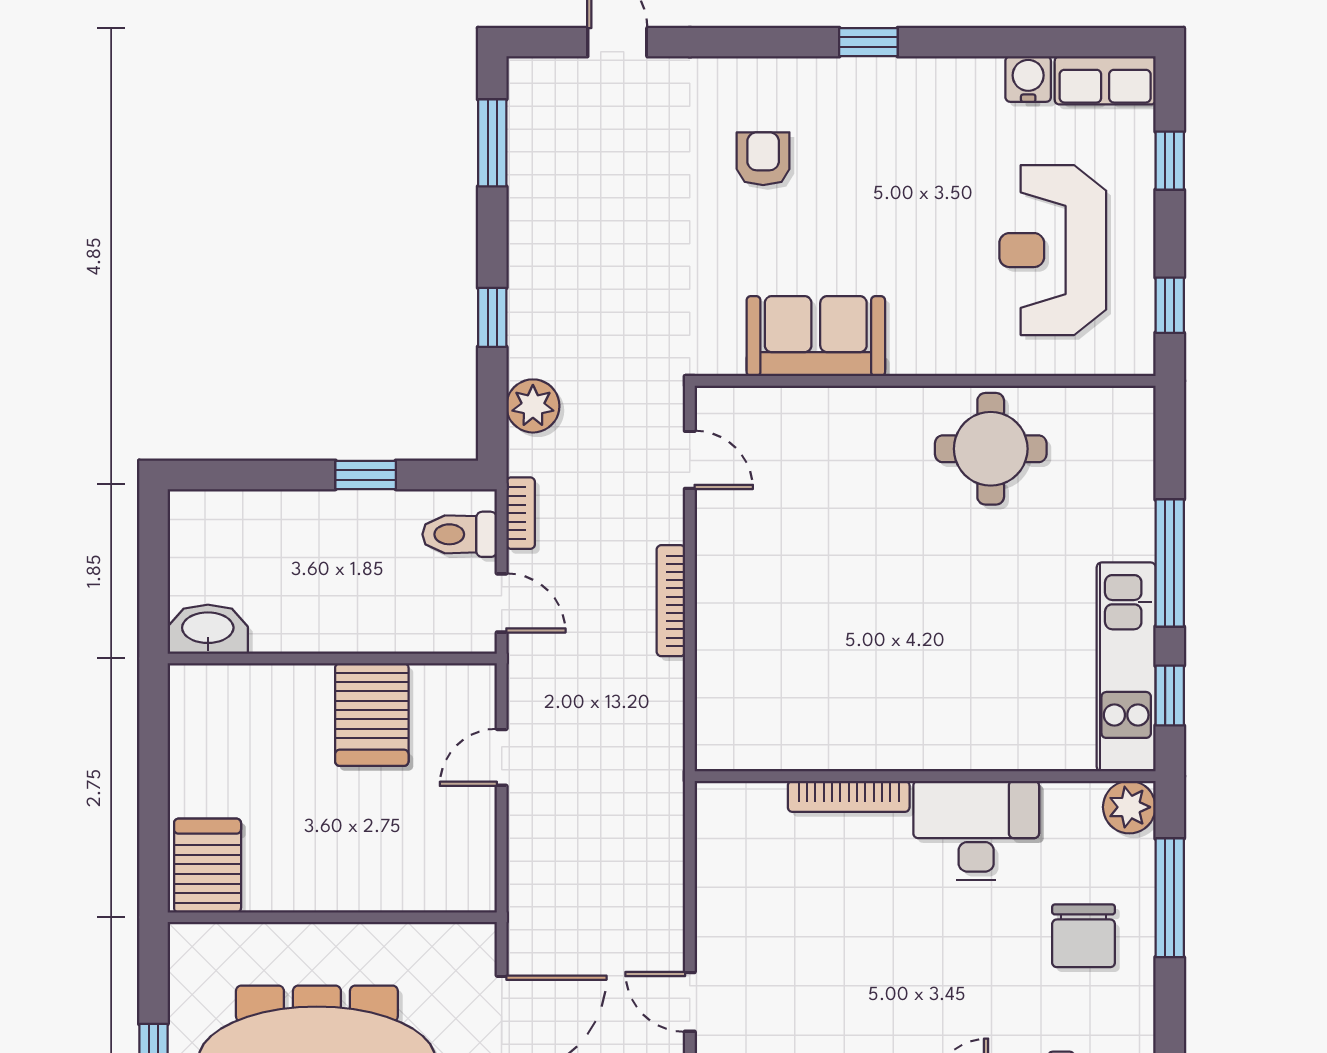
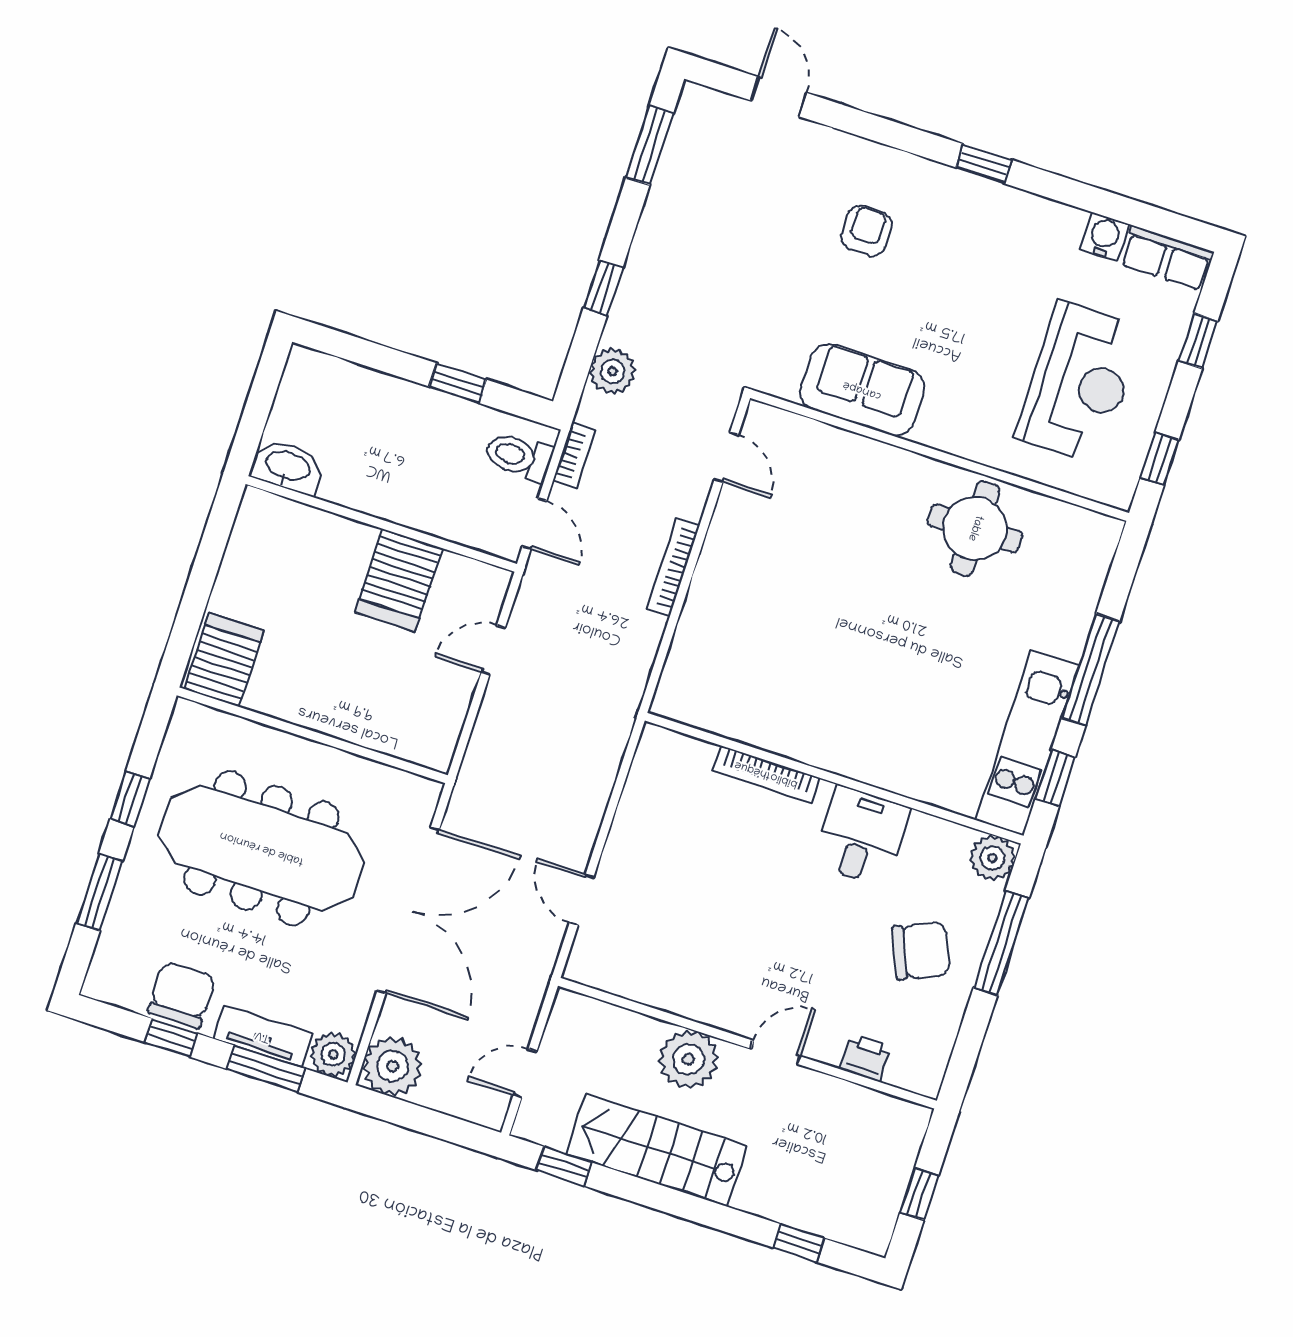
reception desk: (1053, 250) -> (1079, 383), turned 180
desk: (976, 830) -> (861, 836), width x0.73
chair: (1084, 936) -> (921, 951), turned -113

